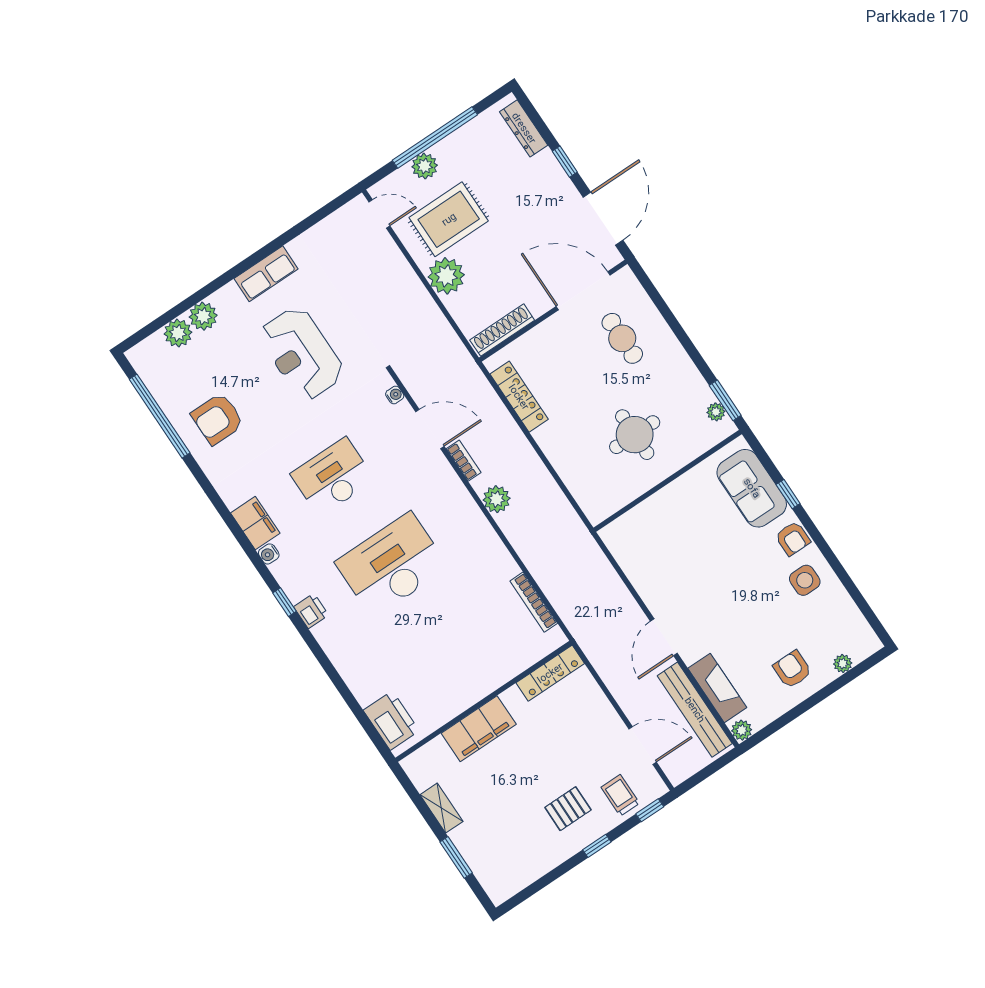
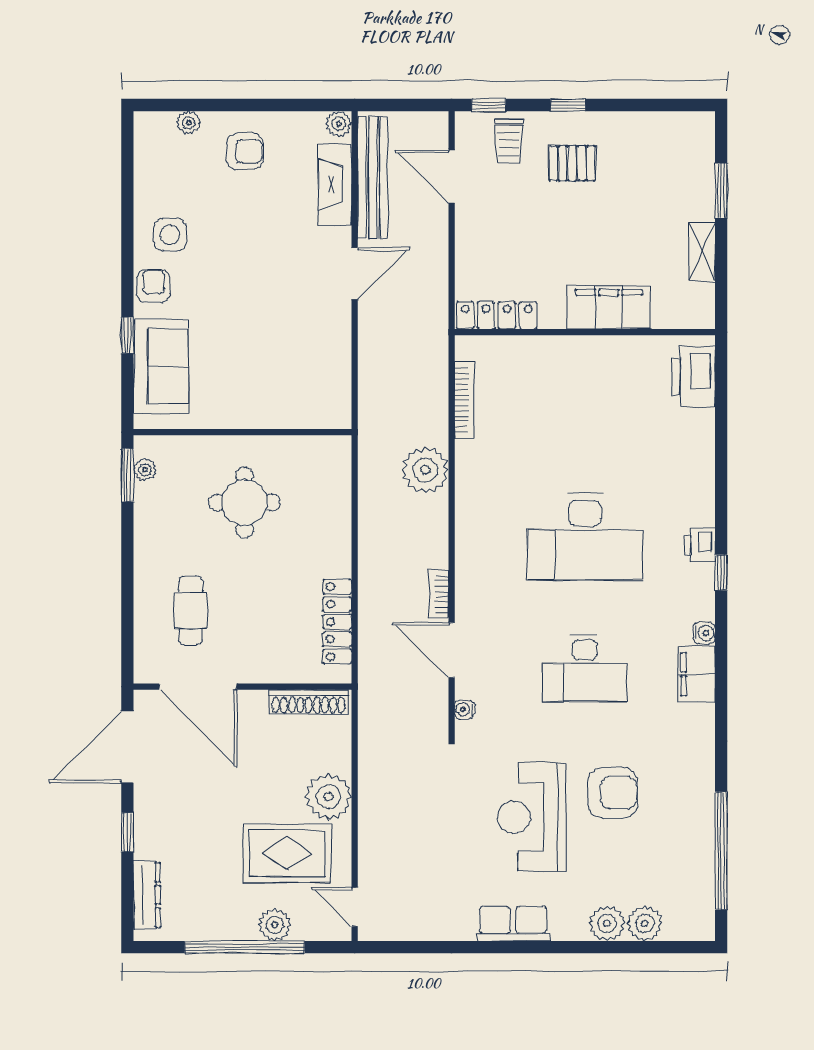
reception desk: (301, 353) -> (532, 817), turned 180
armchair: (218, 419) -> (613, 793), moved
plant: (497, 499) -> (425, 470), moved, width x1.36, depth x1.36
armchair: (792, 669) -> (245, 151), turned -90

